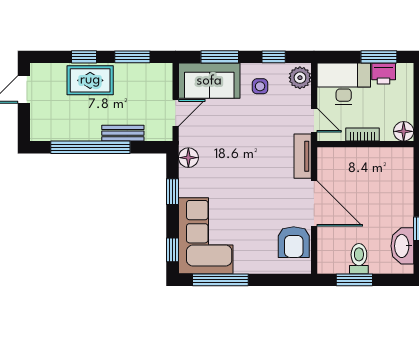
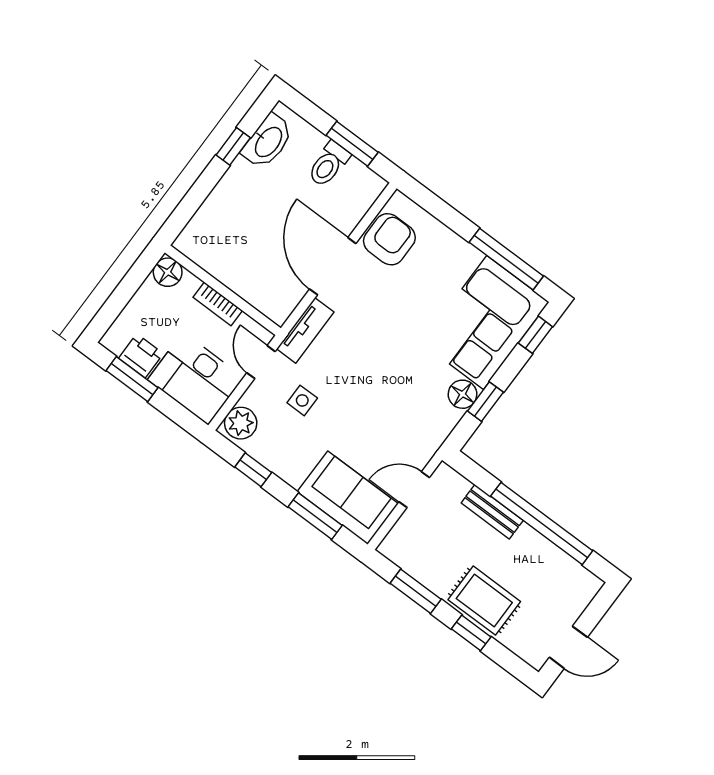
side table: (260, 86) -> (302, 400), moved
floor lamp: (188, 158) -> (462, 394), moved

